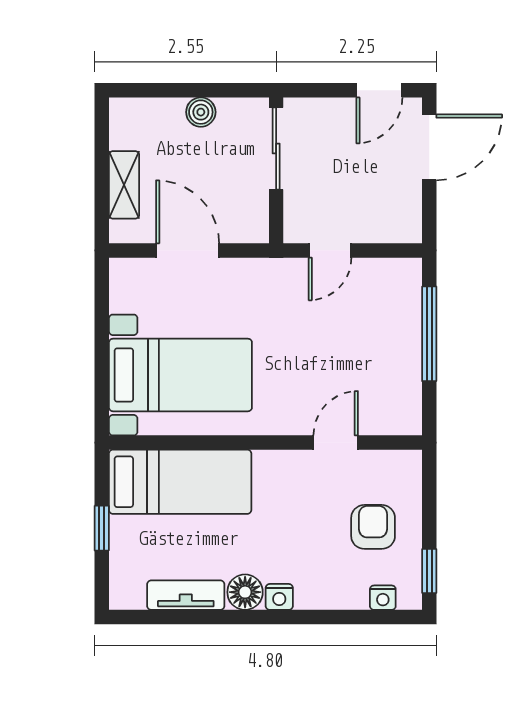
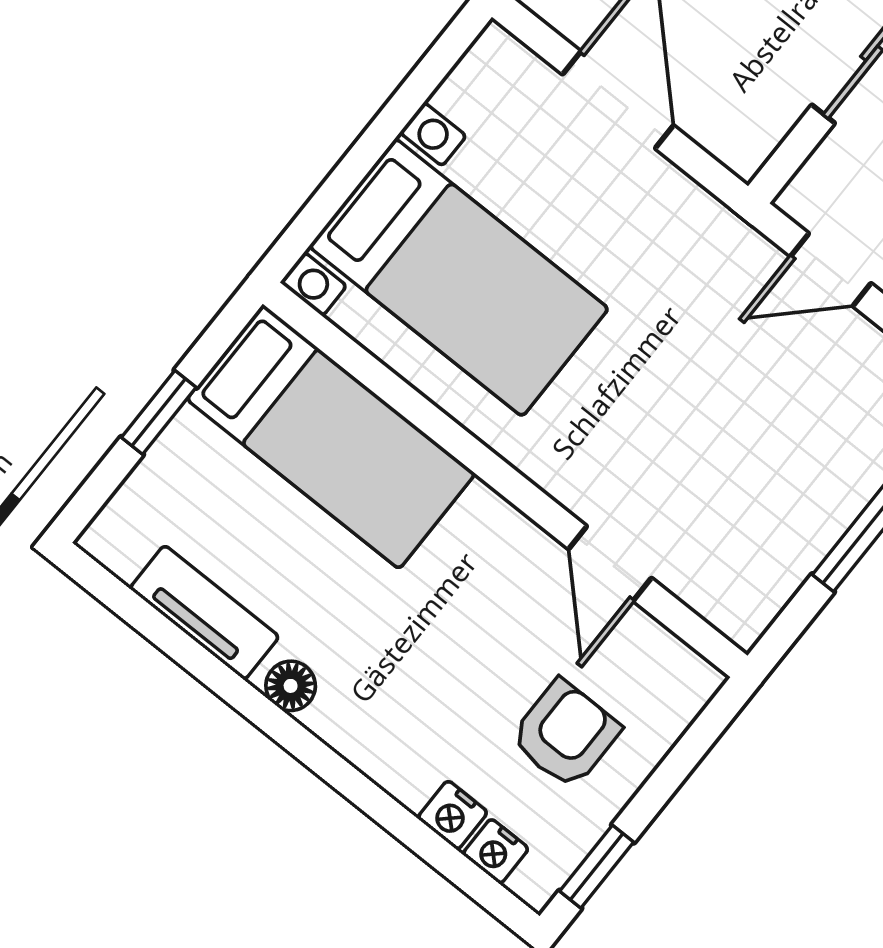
door: (336, 443) -> (610, 563), swing flipped
floor lamp: (245, 592) -> (291, 686), width x0.73, depth x0.73
nightstand: (279, 597) -> (452, 815), moved

